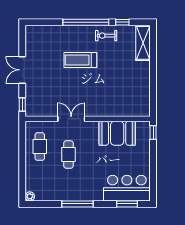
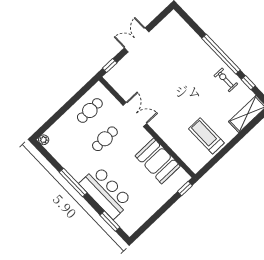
treadmill: (80, 60) -> (206, 136), moved
bar counter: (127, 188) -> (106, 192), moved

